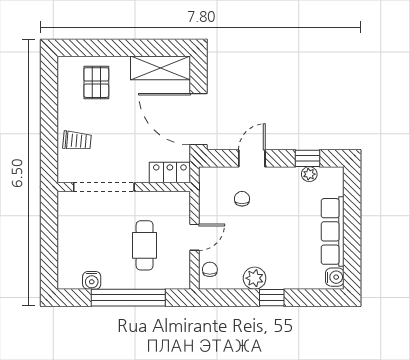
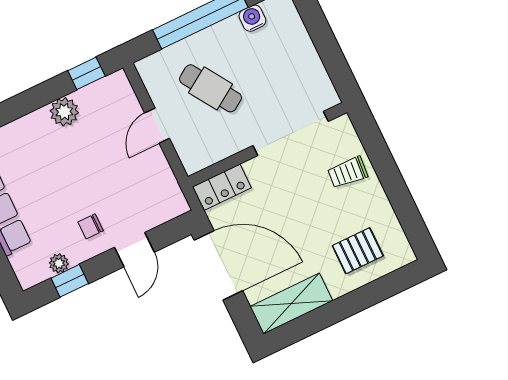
pallet: (96, 83) -> (358, 251), turned 90
chair: (242, 199) -> (91, 226), moved, turned 90
cafe table: (145, 245) -> (211, 88), turned -33
chair: (210, 269) -> (121, 97), removed
window: (272, 298) -> (86, 73), moved

